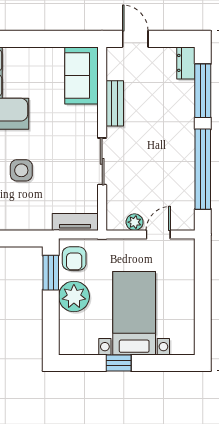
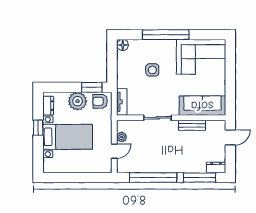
sofa: (82, 75) -> (202, 106), width x1.36
door: (158, 234) -> (114, 151), hinge flipped
dresser: (81, 346) -> (48, 106), added

